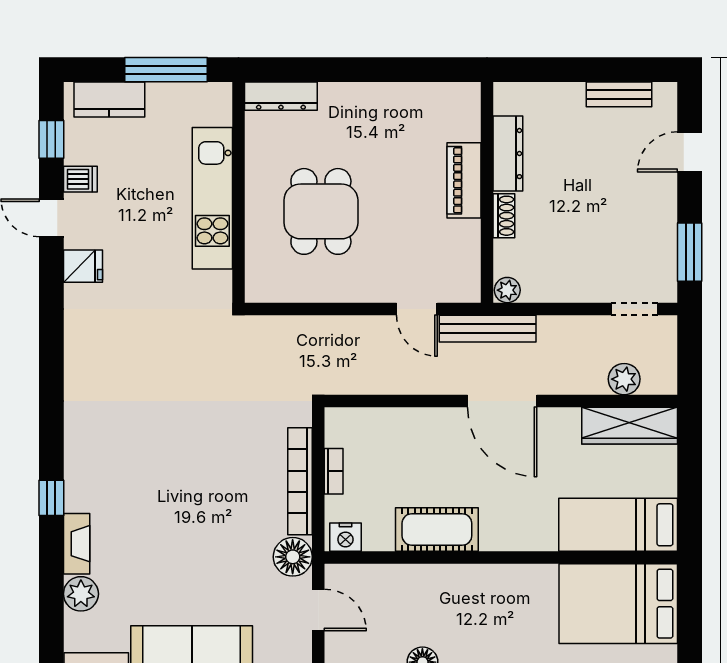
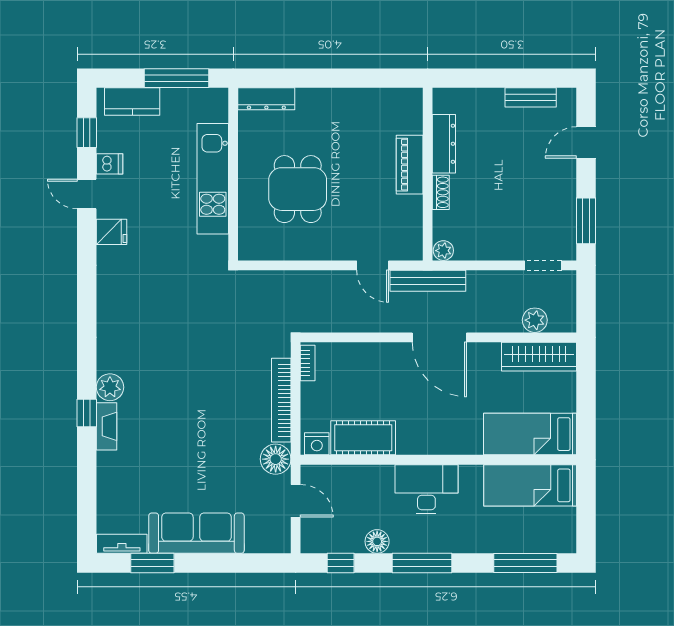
bookcase: (334, 471) -> (308, 363), moved
cot: (437, 530) -> (363, 438), moved
fireplace: (77, 544) -> (107, 426), moved
plant: (81, 594) -> (110, 387), moved
desk: (486, 595) -> (426, 489), added
bed: (618, 604) -> (530, 485), width x0.67

